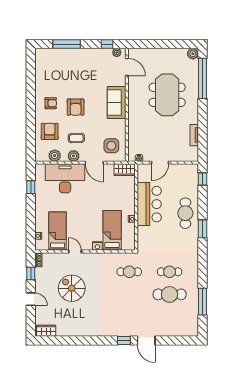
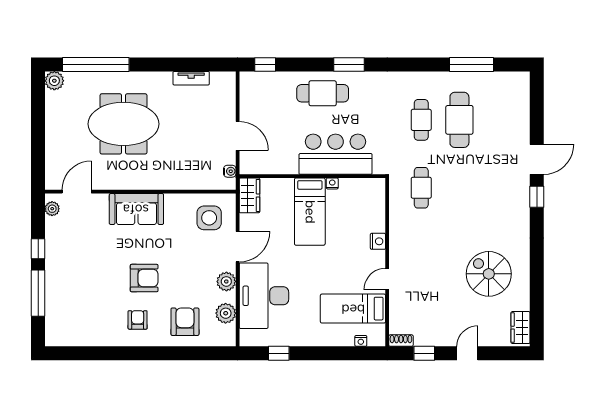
window: (107, 44) -> (38, 249), moved
armchair: (50, 131) -> (185, 322), turned 90
coffee table: (76, 138) -> (196, 277), removed
bar counter: (149, 204) -> (336, 154), moved
bed: (112, 230) -> (310, 212), moved, turned -90
spiral stairs: (72, 288) -> (489, 274), moved, turned 90

